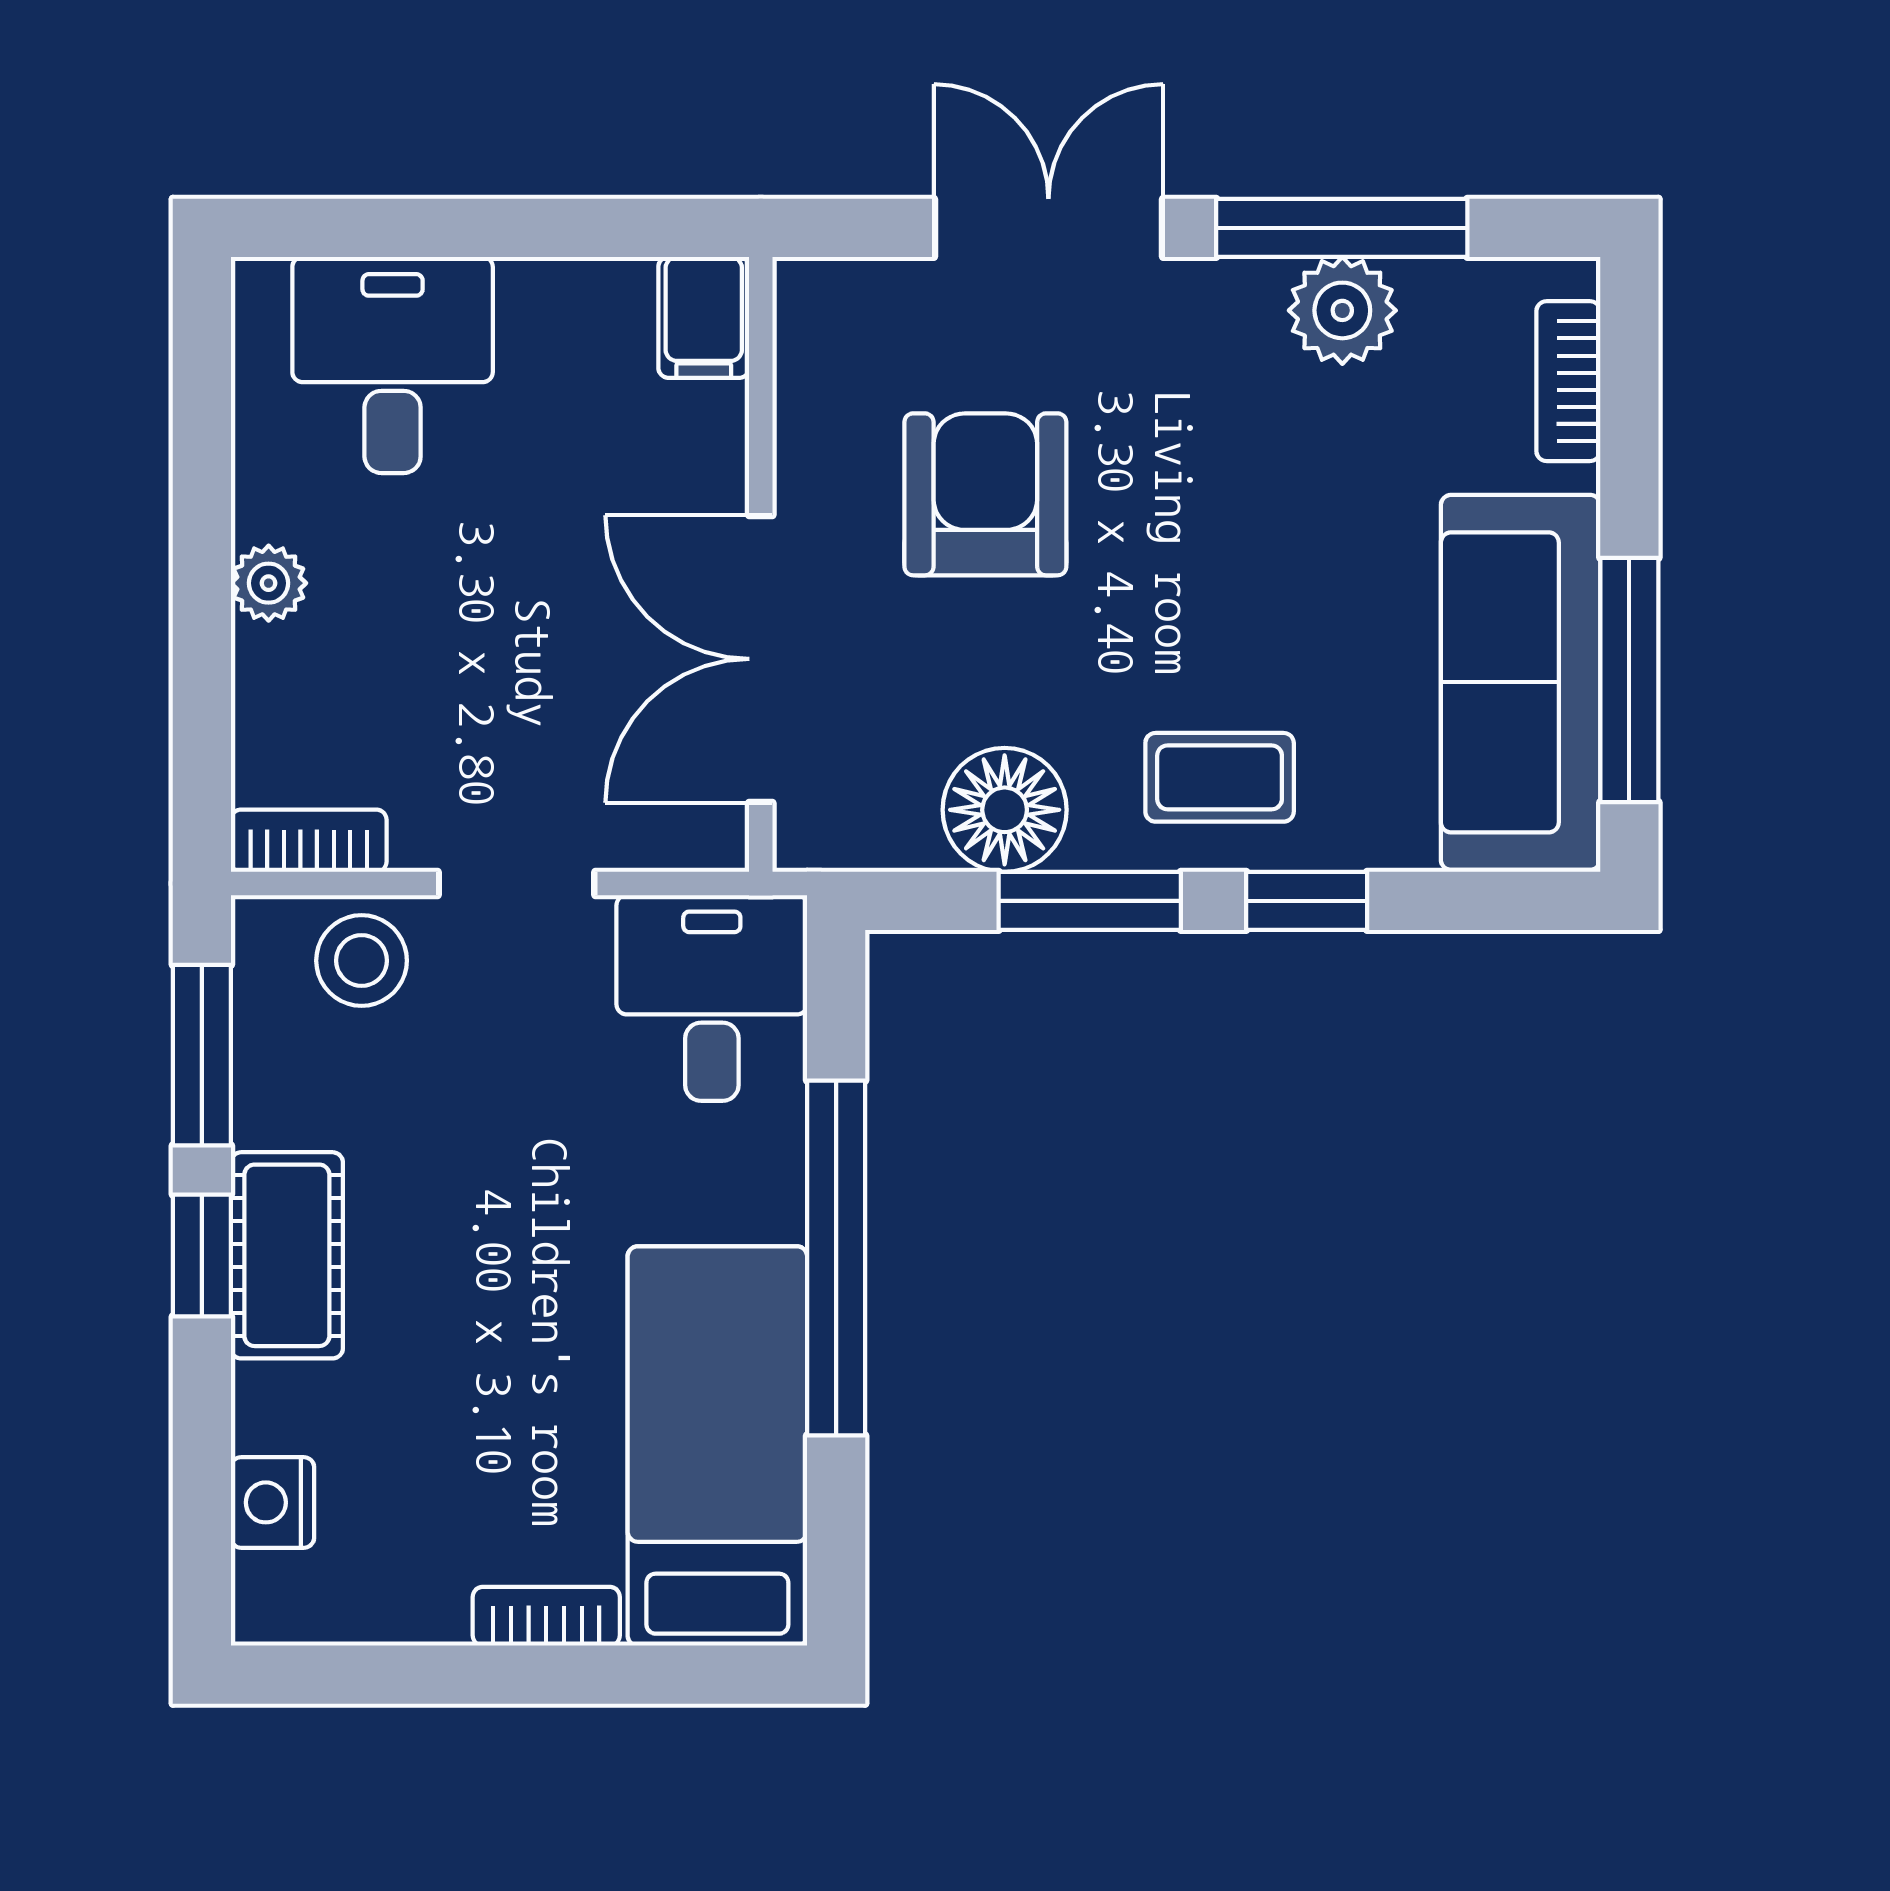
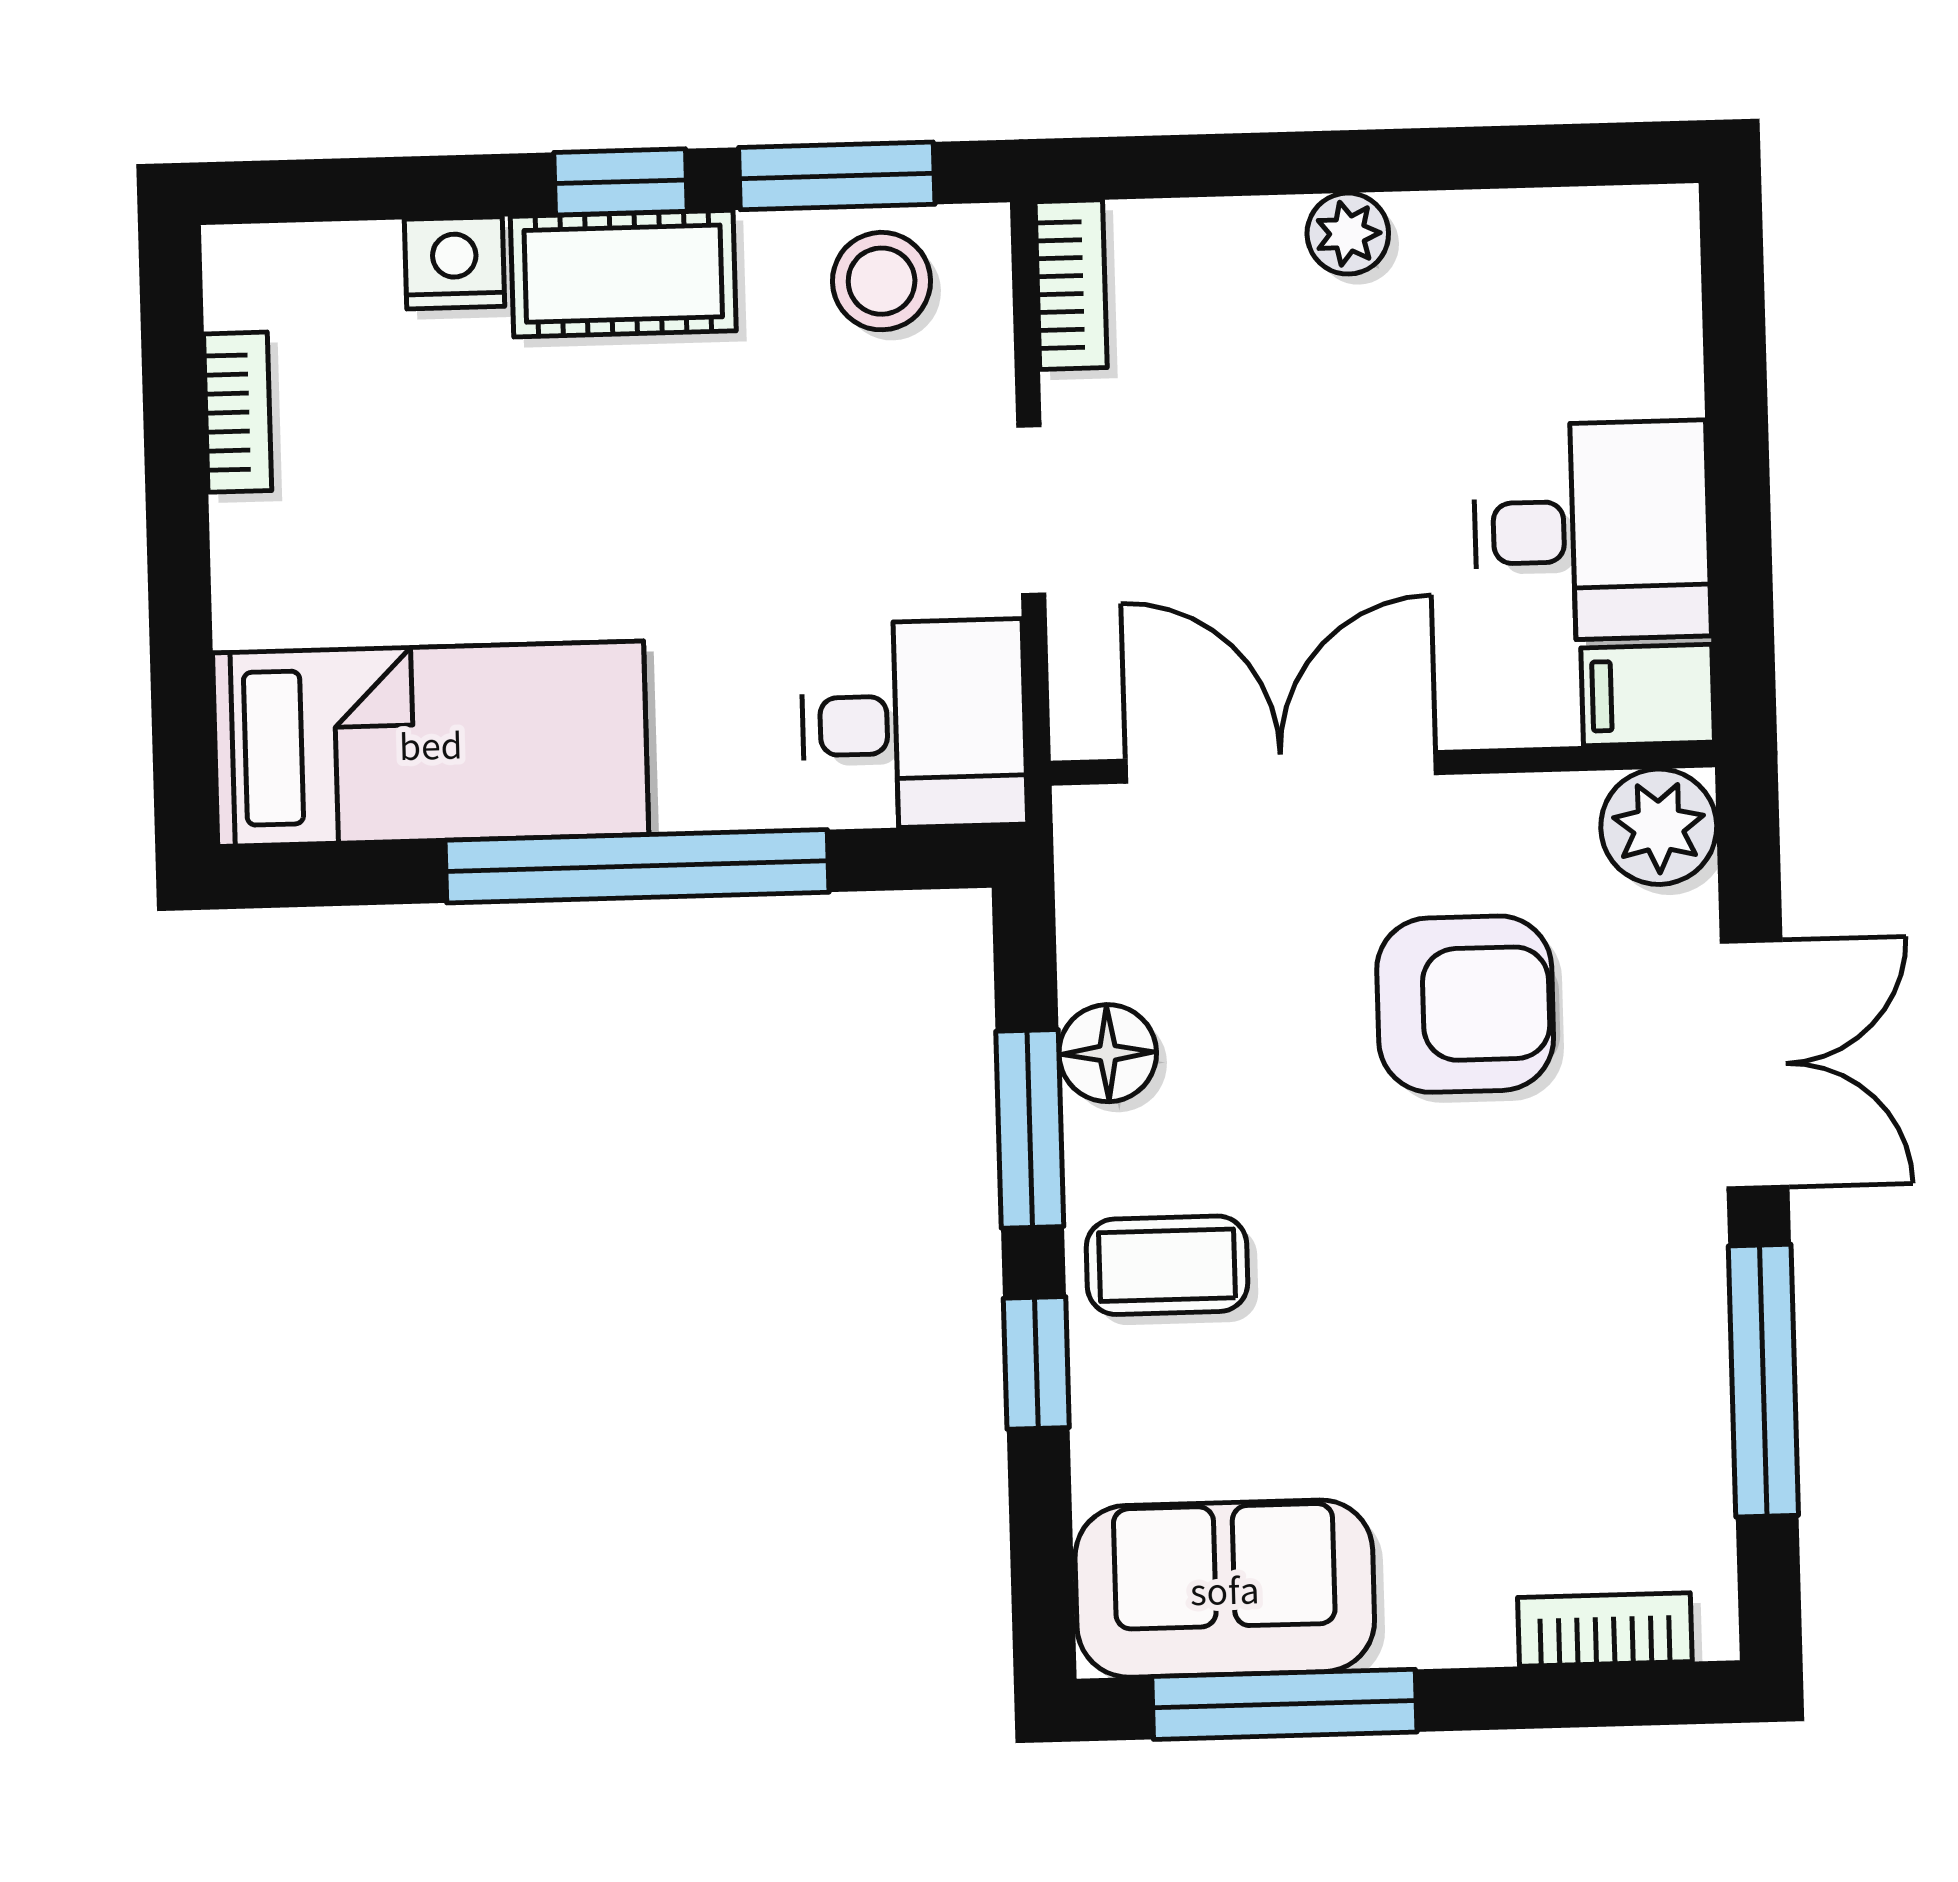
plant: (1342, 310) -> (1659, 827), moved
desk: (393, 365) -> (1592, 531), moved
sofa: (1521, 682) -> (1225, 1589), width x0.73
coffee table: (1220, 777) -> (1167, 1265), turned 90
floor lamp: (1005, 810) -> (1108, 1053), width x0.73, depth x0.73
stool: (362, 961) -> (882, 281), moved
nightstand: (272, 1502) -> (454, 263), moved
bookcase: (546, 1616) -> (238, 412), moved

